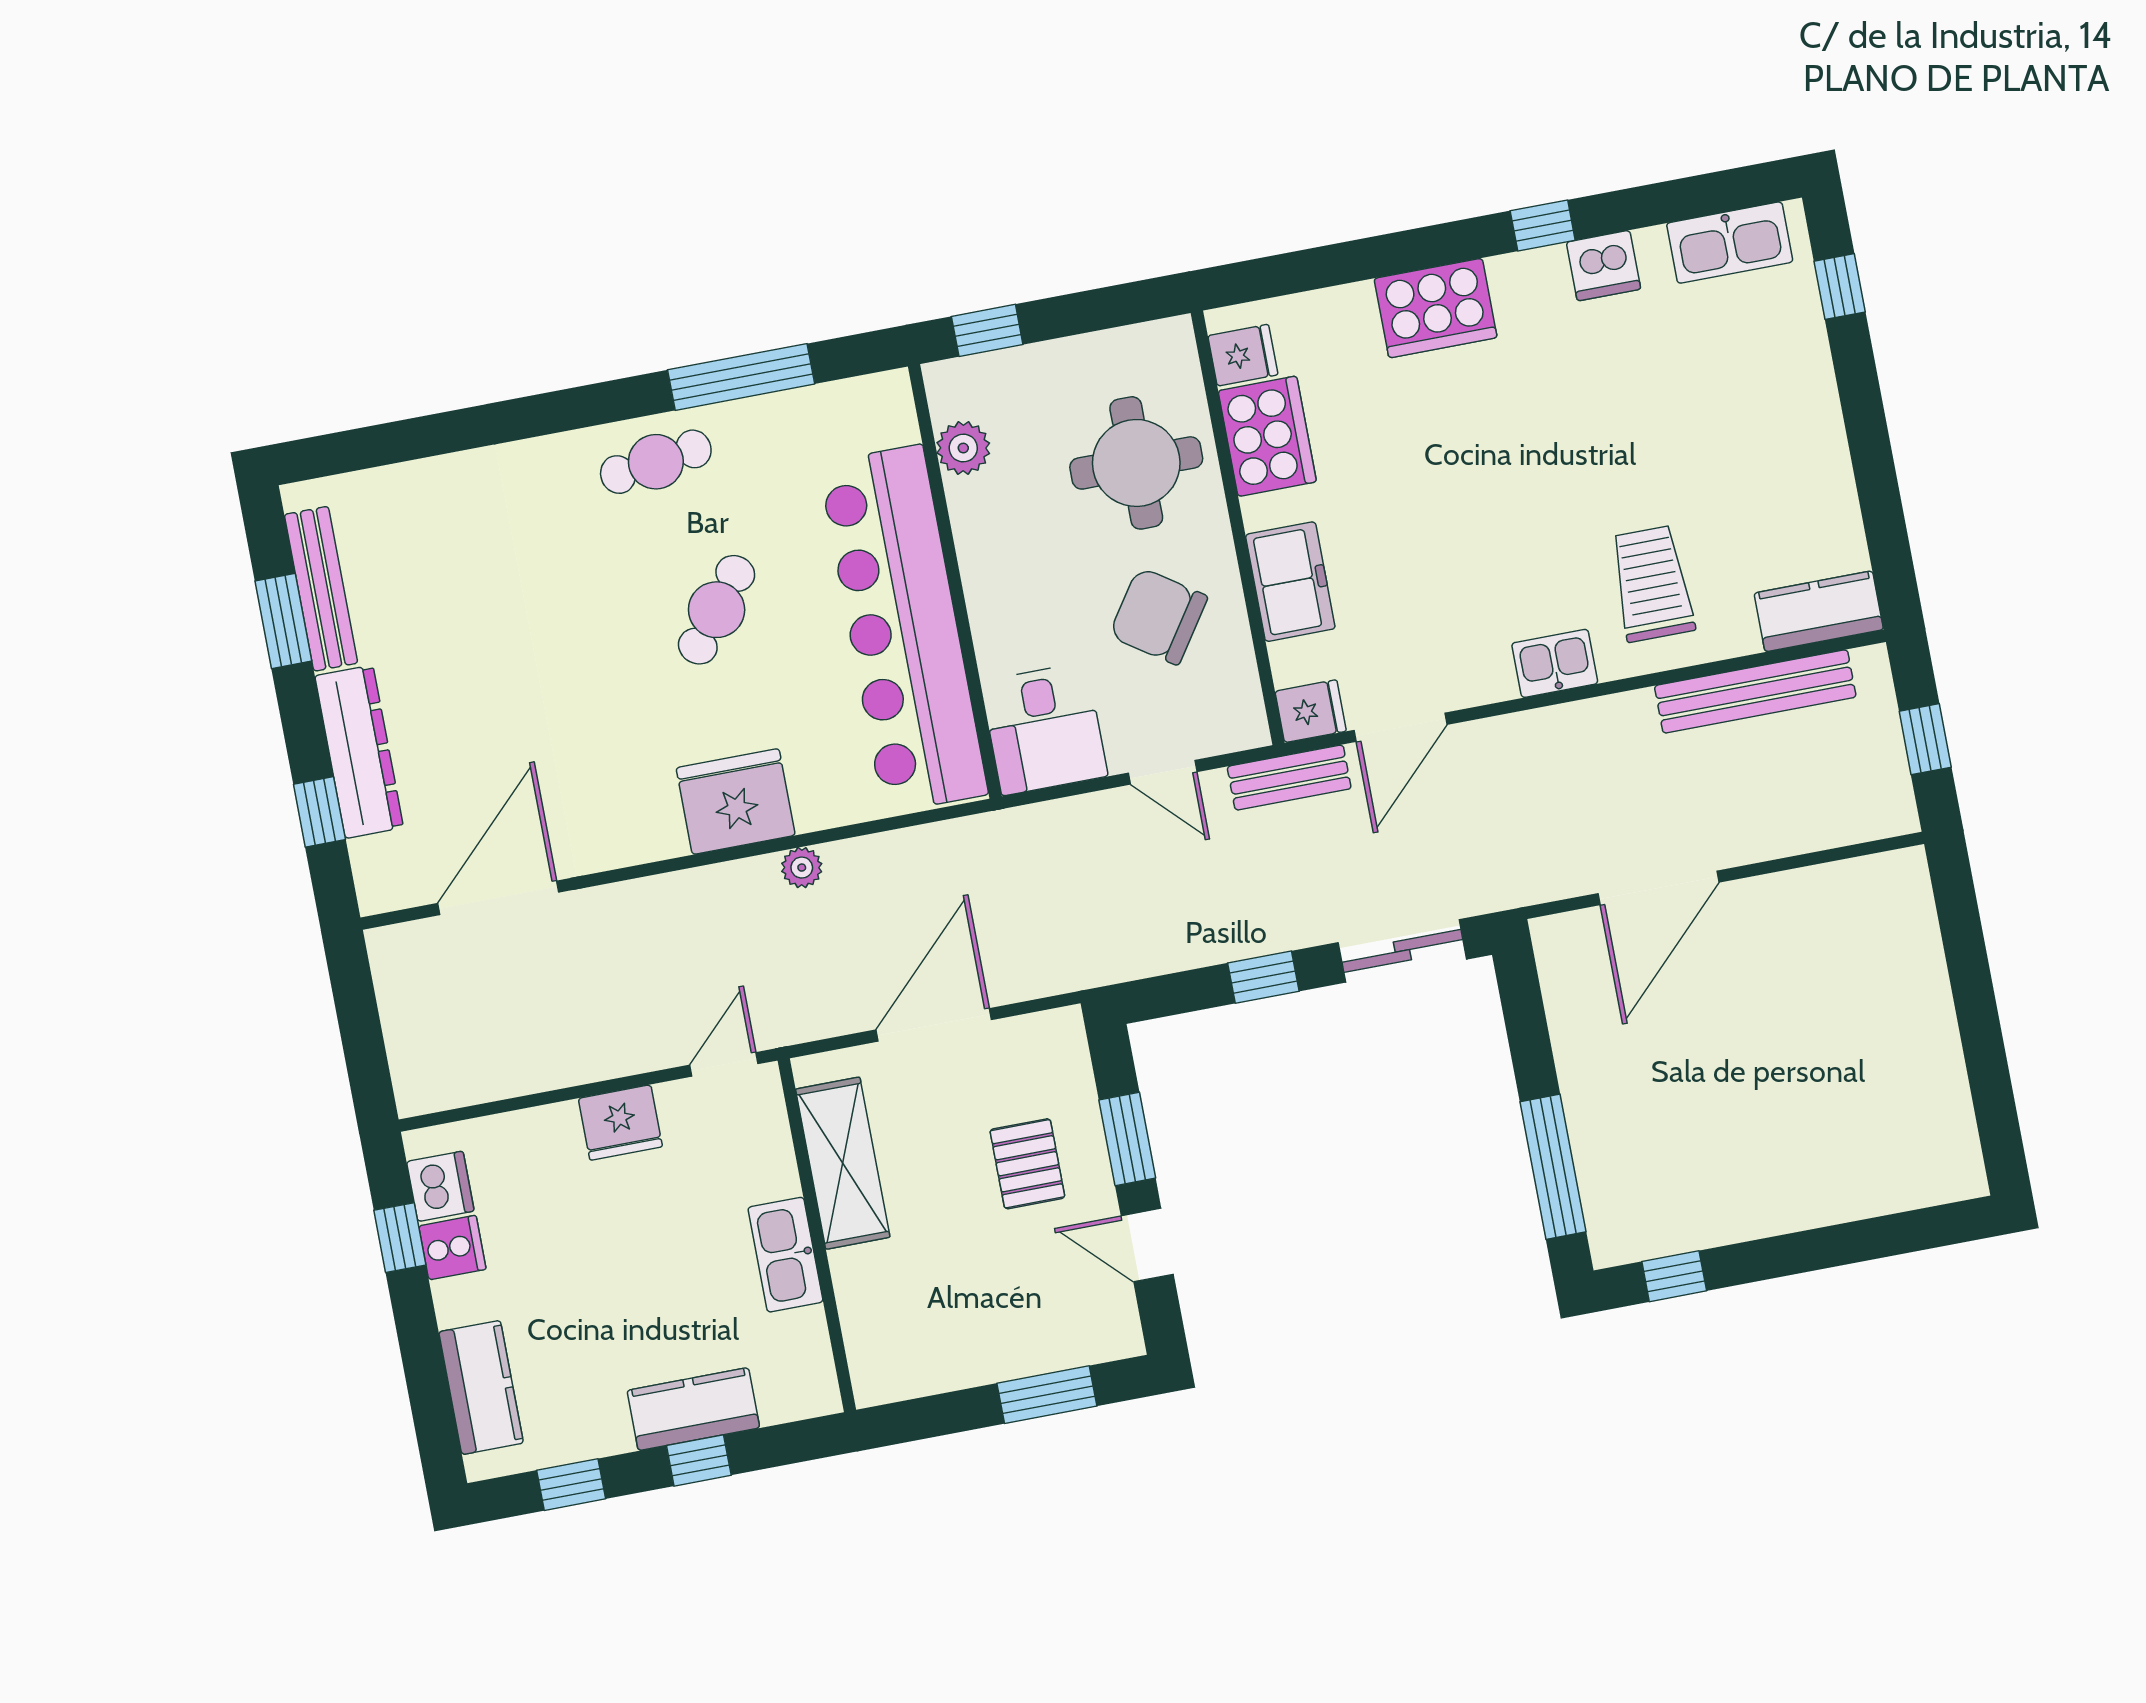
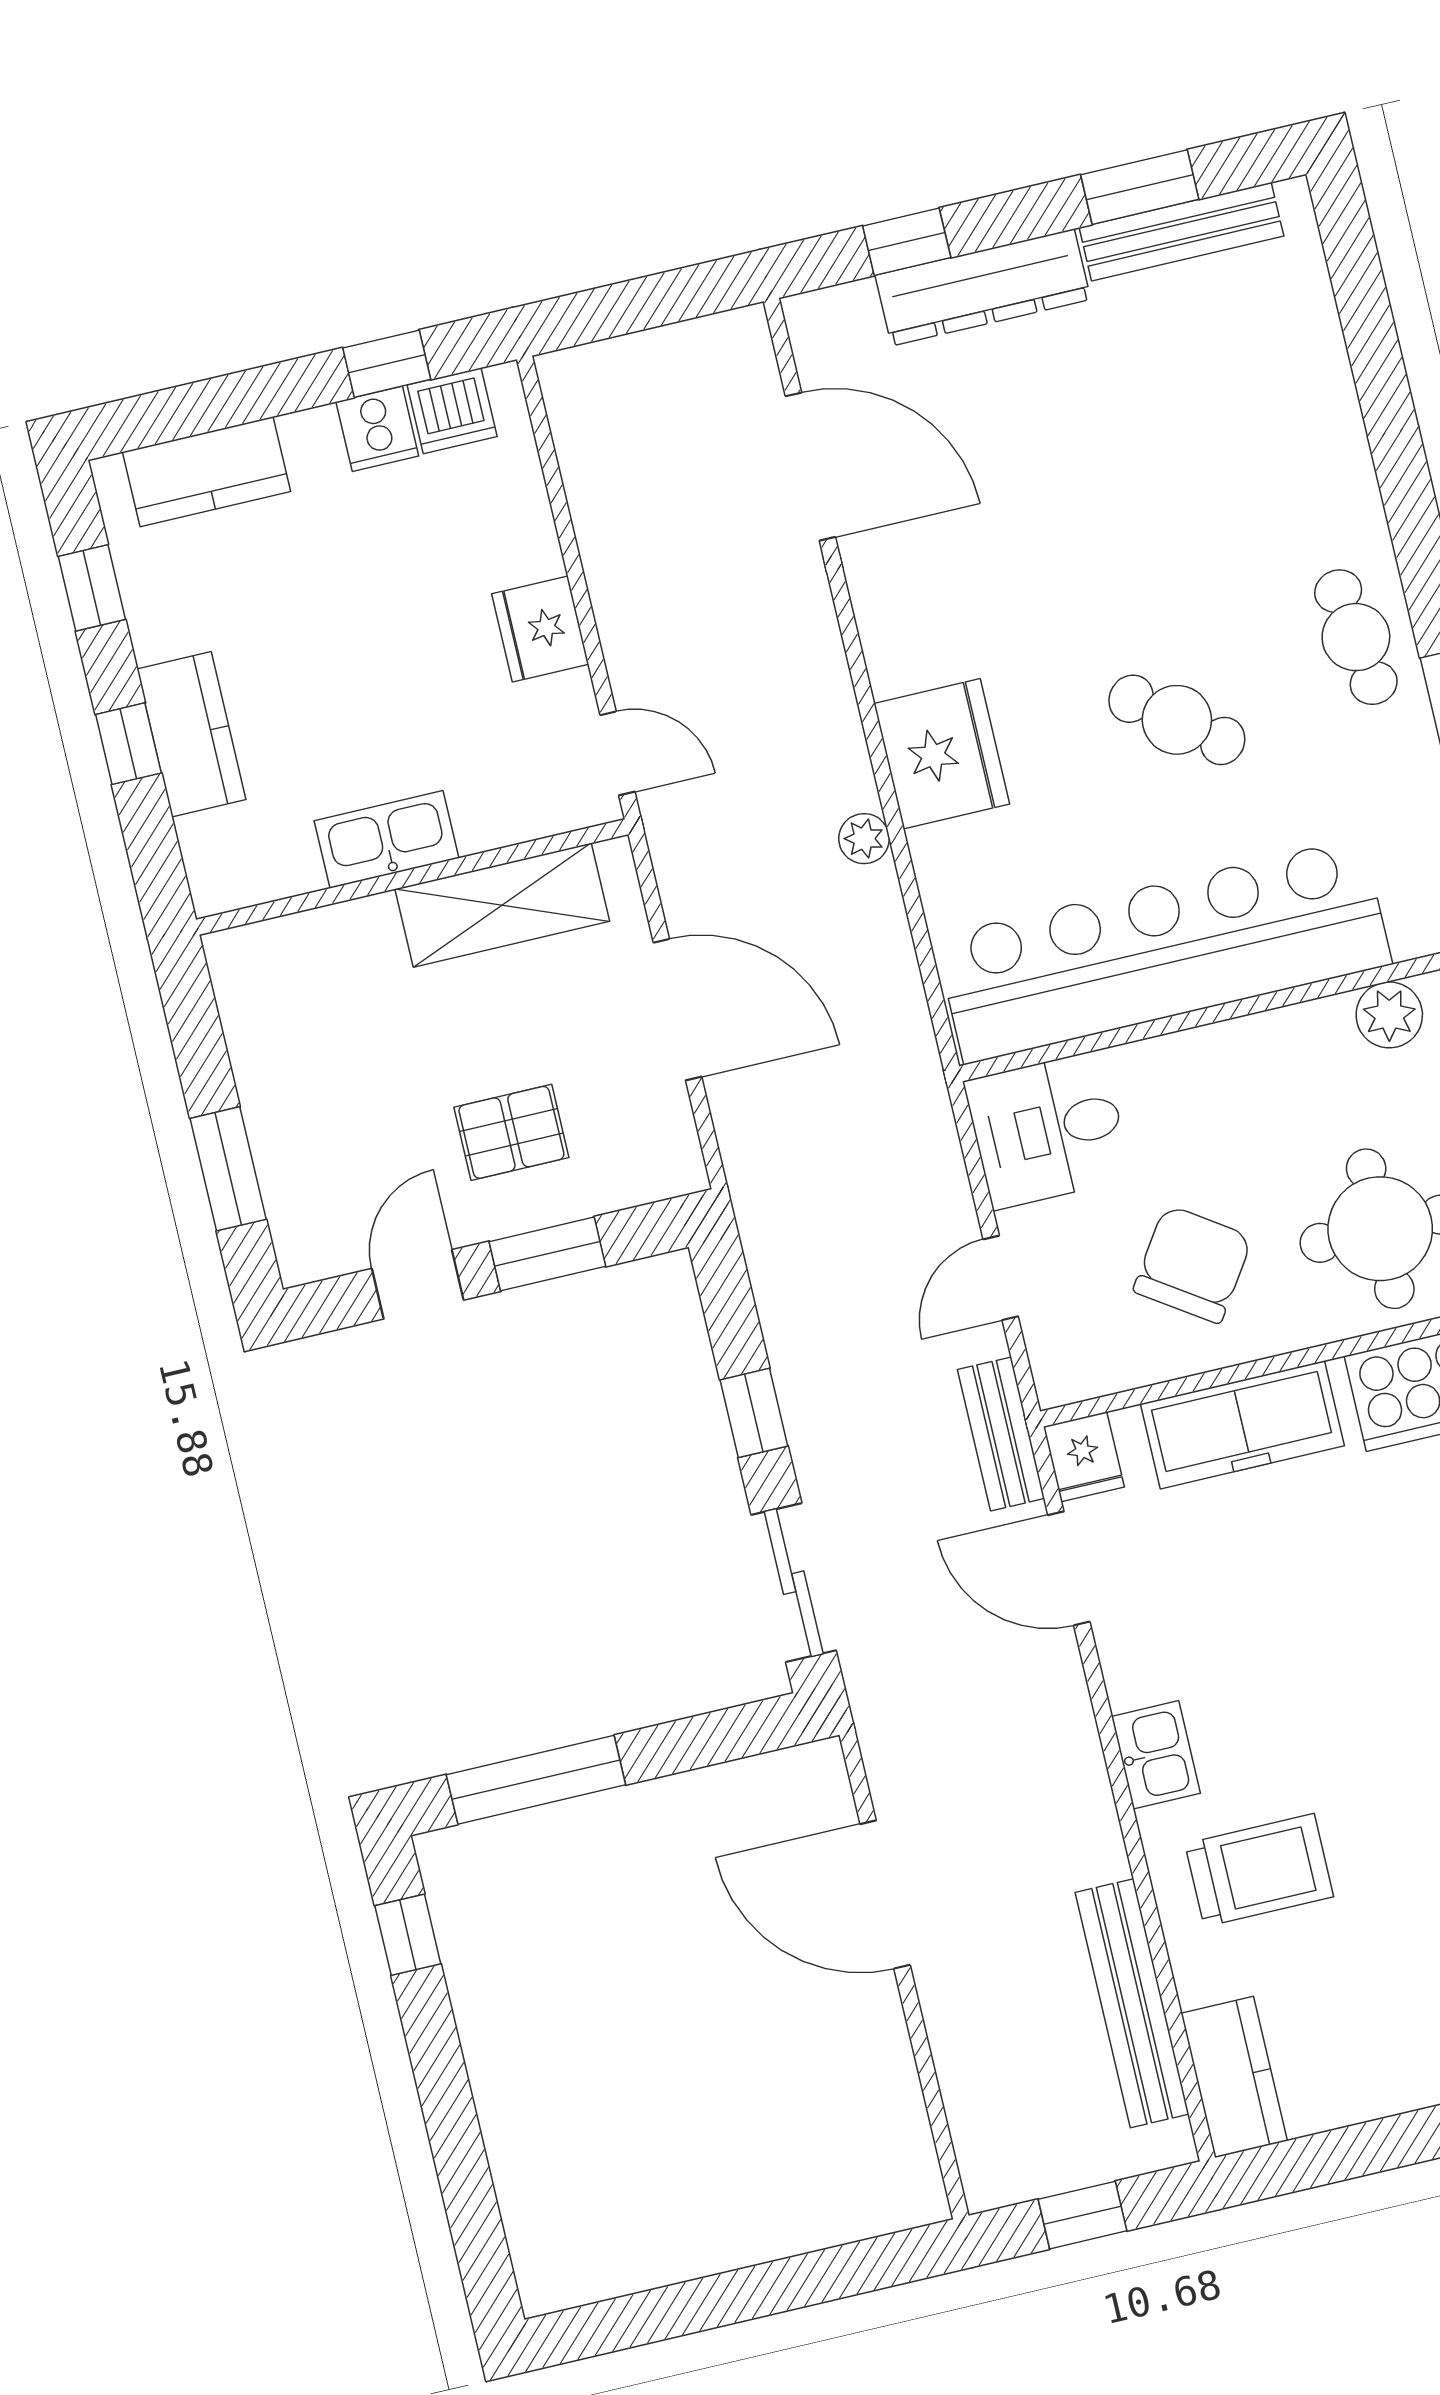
freezer: (1290, 582) -> (1242, 1425), width x1.40

